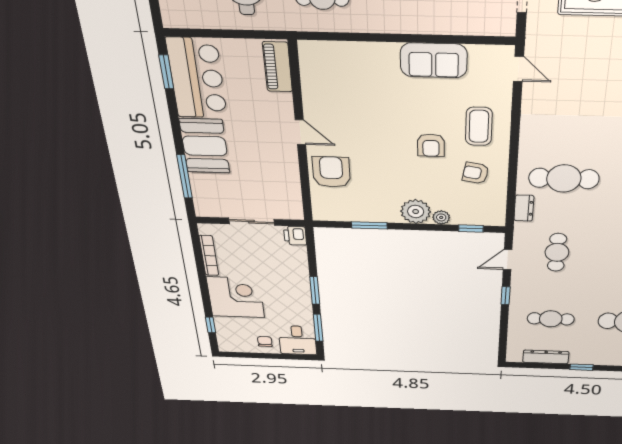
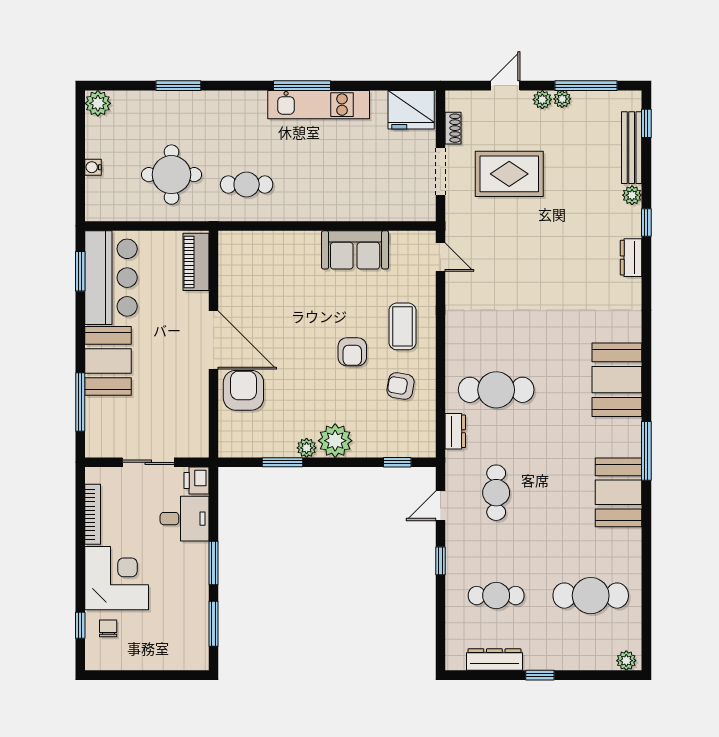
door: (300, 132) -> (214, 340), width x1.88
plant: (441, 217) -> (307, 448), moved
desk: (297, 340) -> (185, 519), moved, turned -90
chair: (265, 341) -> (108, 628), moved

